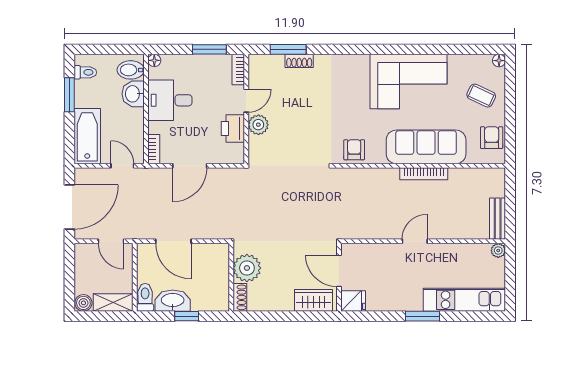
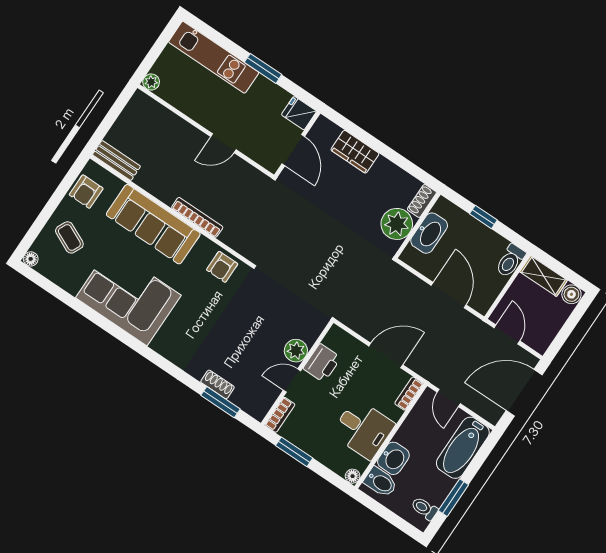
bookcase: (424, 174) -> (197, 217), moved
bench: (498, 219) -> (116, 161), moved, turned 90
door: (339, 271) -> (293, 150), moved
wall: (339, 277) -> (297, 144), moved
washbasin: (173, 301) -> (429, 233), moved, turned -90
fridge: (353, 301) -> (299, 113), moved

